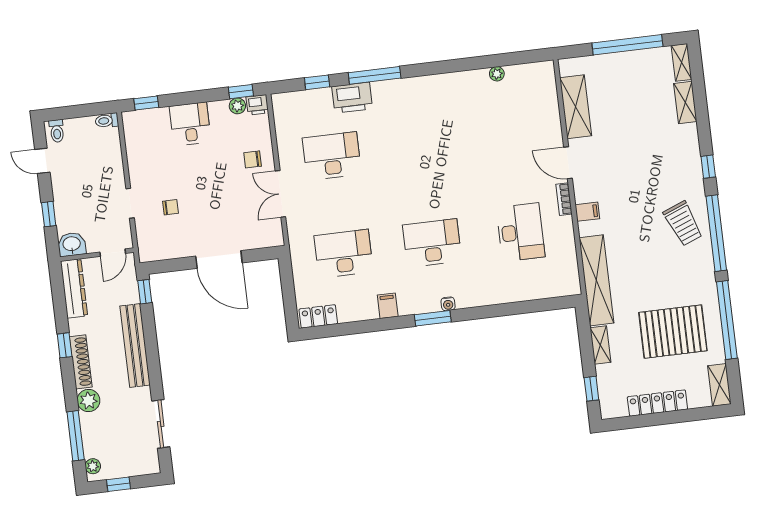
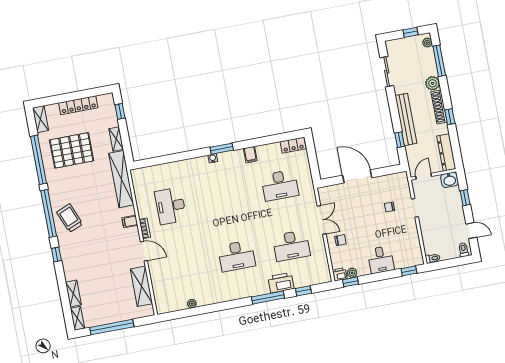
desk: (432, 243) -> (237, 256), moved
window: (145, 292) -> (400, 140), moved

